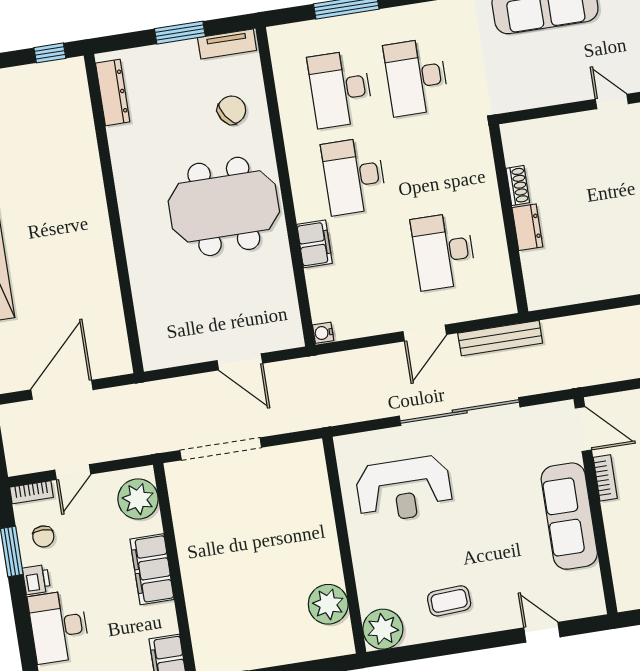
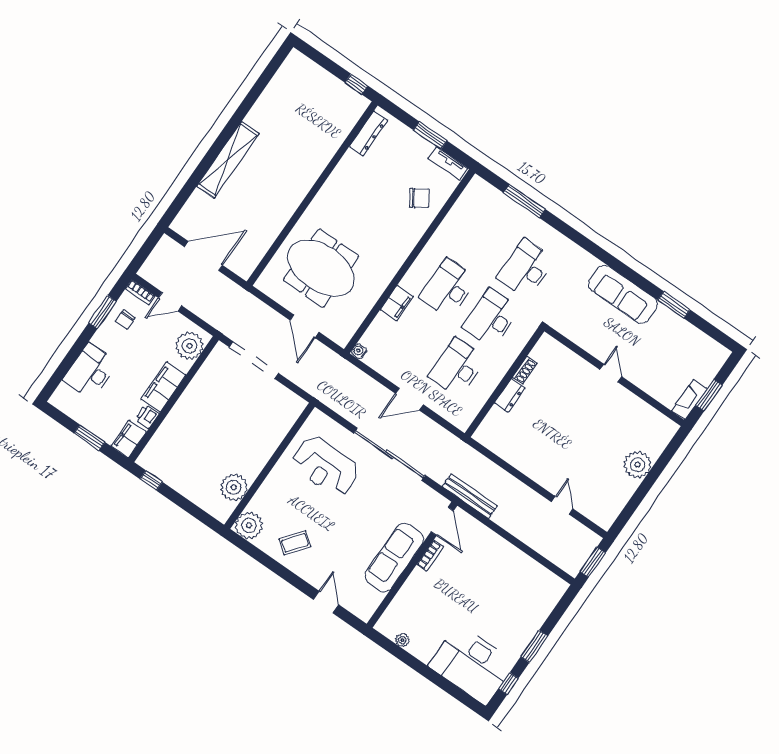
desk: (340, 89) -> (491, 318), moved
meeting table: (224, 206) -> (321, 268), moved
bench: (500, 338) -> (470, 496), moved
printer: (36, 580) -> (147, 416), moved, turned 180
coffee table: (449, 601) -> (295, 543), turned -50

